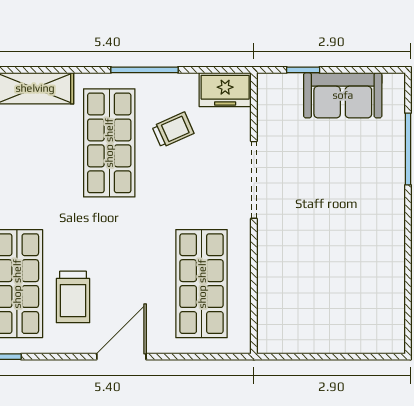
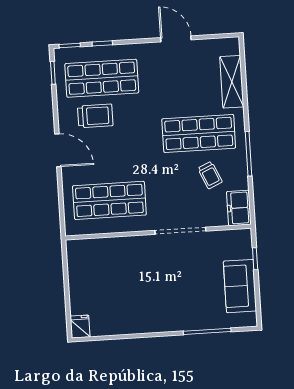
trolley: (73, 297) -> (95, 116), turned 180
fridge: (389, 340) -> (80, 327), added

